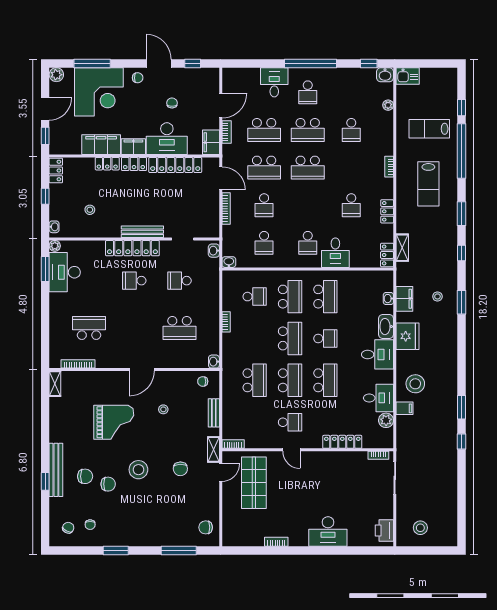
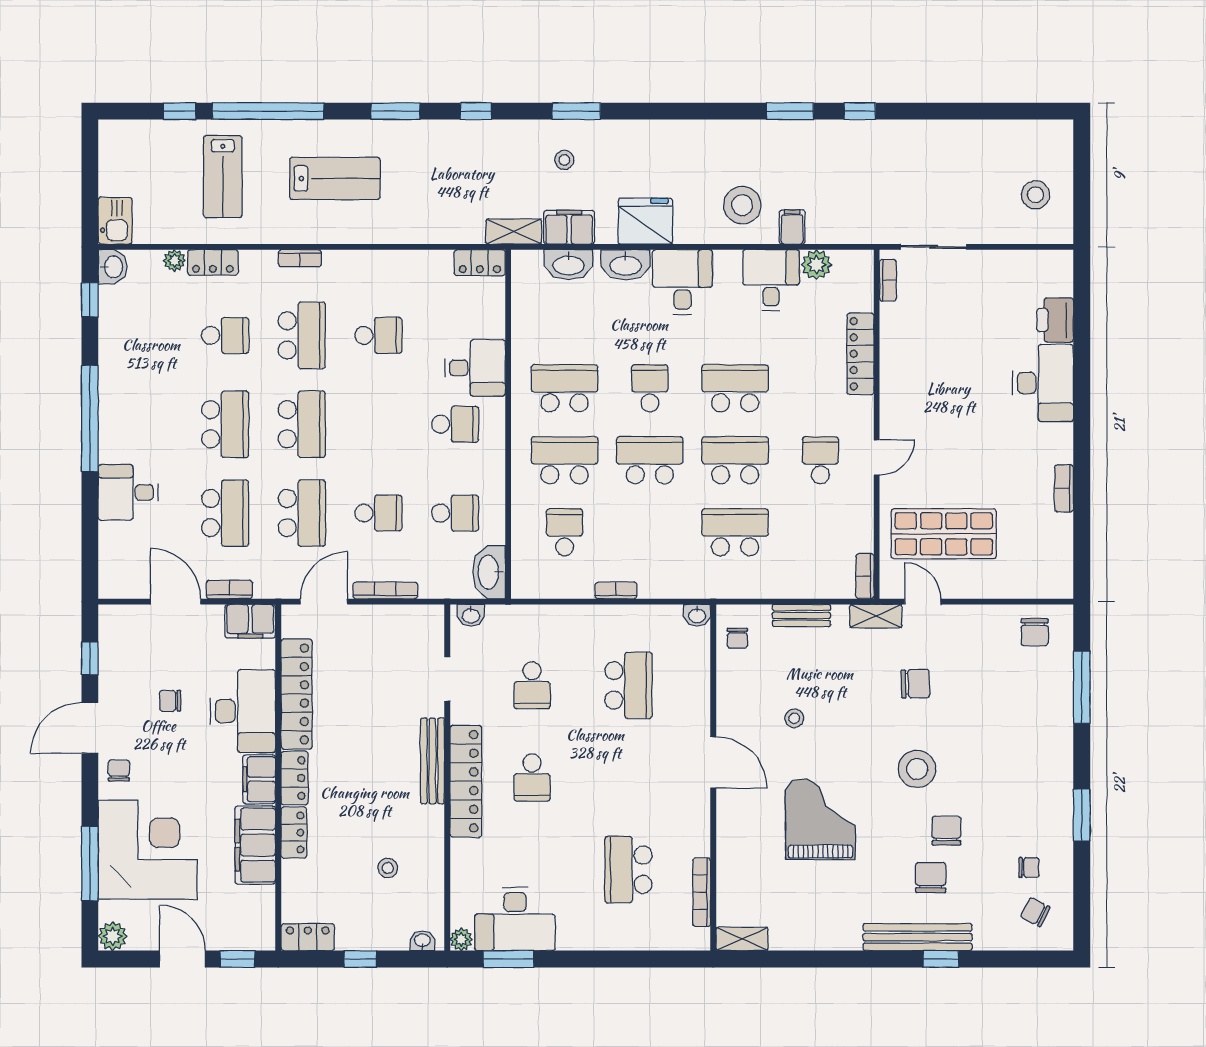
school desk: (308, 92) -> (302, 335), moved, width x1.85
locker: (387, 211) -> (213, 262), moved
shelving: (402, 248) -> (514, 232), moved
washbasin: (229, 262) -> (489, 572), width x1.91, depth x1.45
washbasin: (388, 299) -> (568, 265), width x1.91, depth x1.45
printer: (384, 530) -> (1055, 320), moved, turned 90

